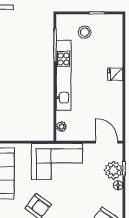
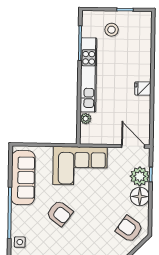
fridge: (115, 74) -> (143, 88), moved
plant: (62, 127) -> (86, 119), moved
floor lamp: (118, 185) -> (140, 196), width x1.89, depth x1.89

